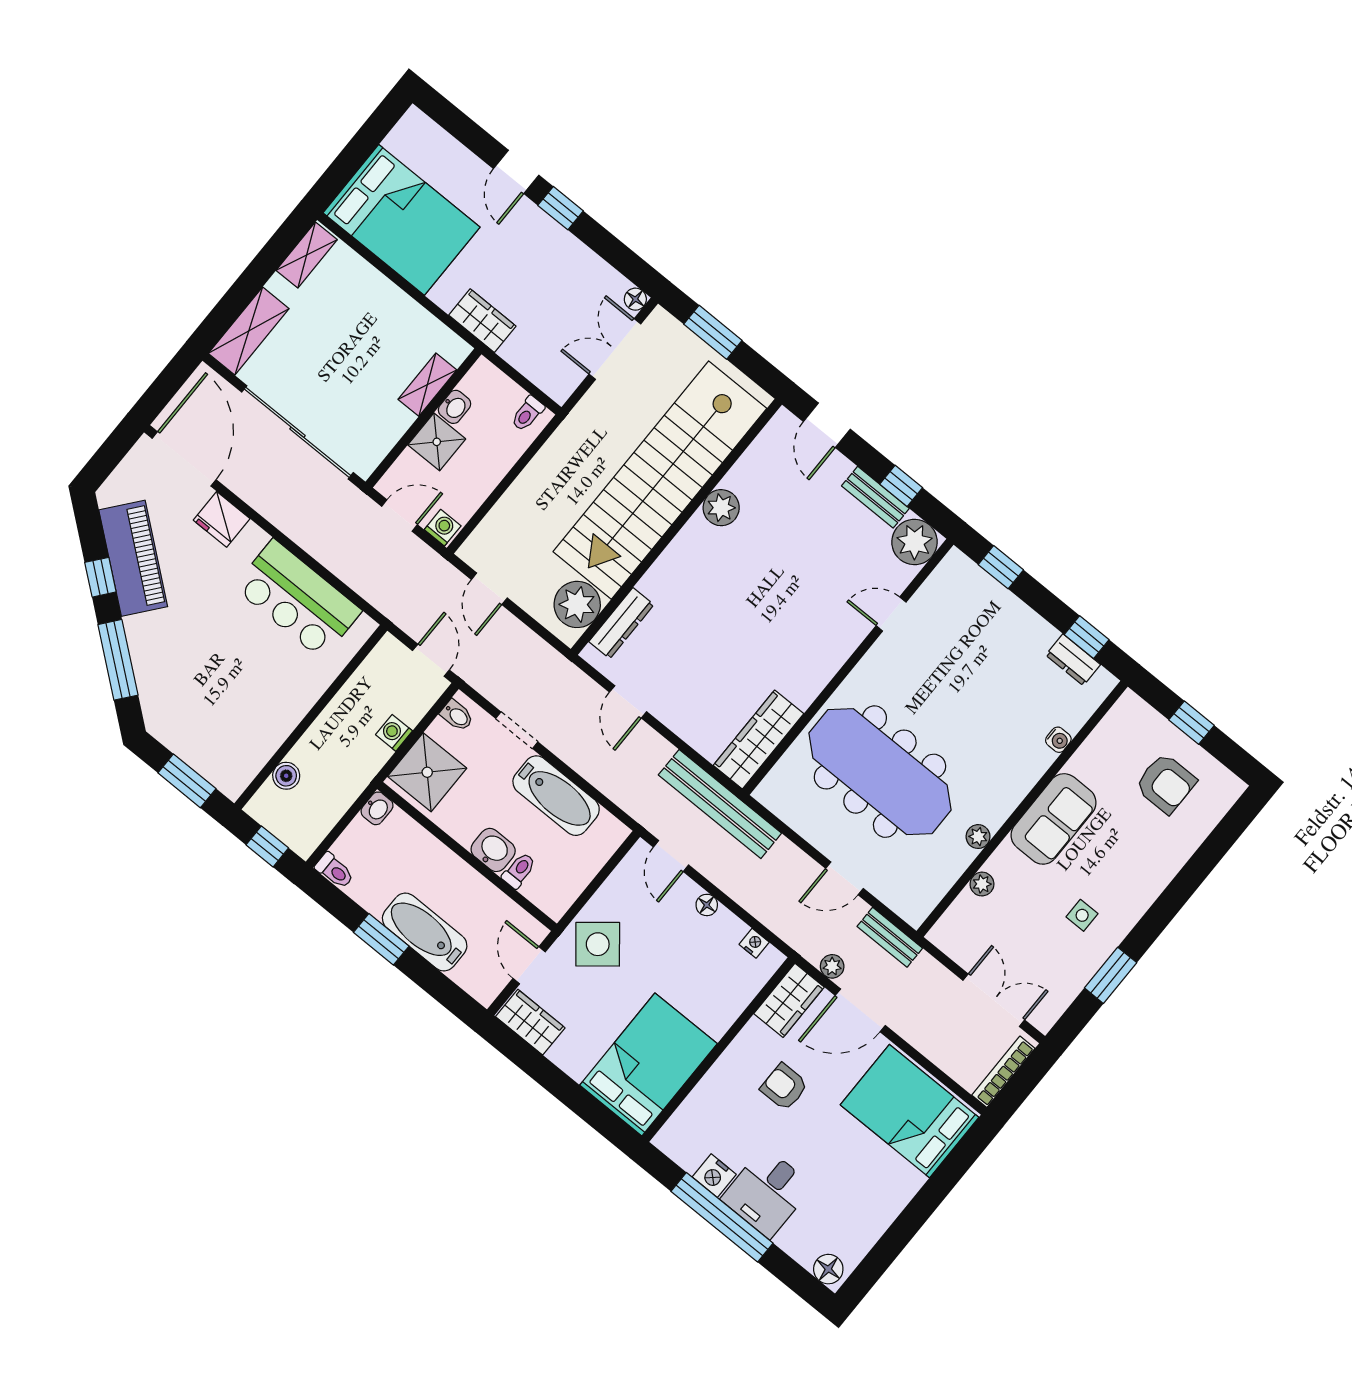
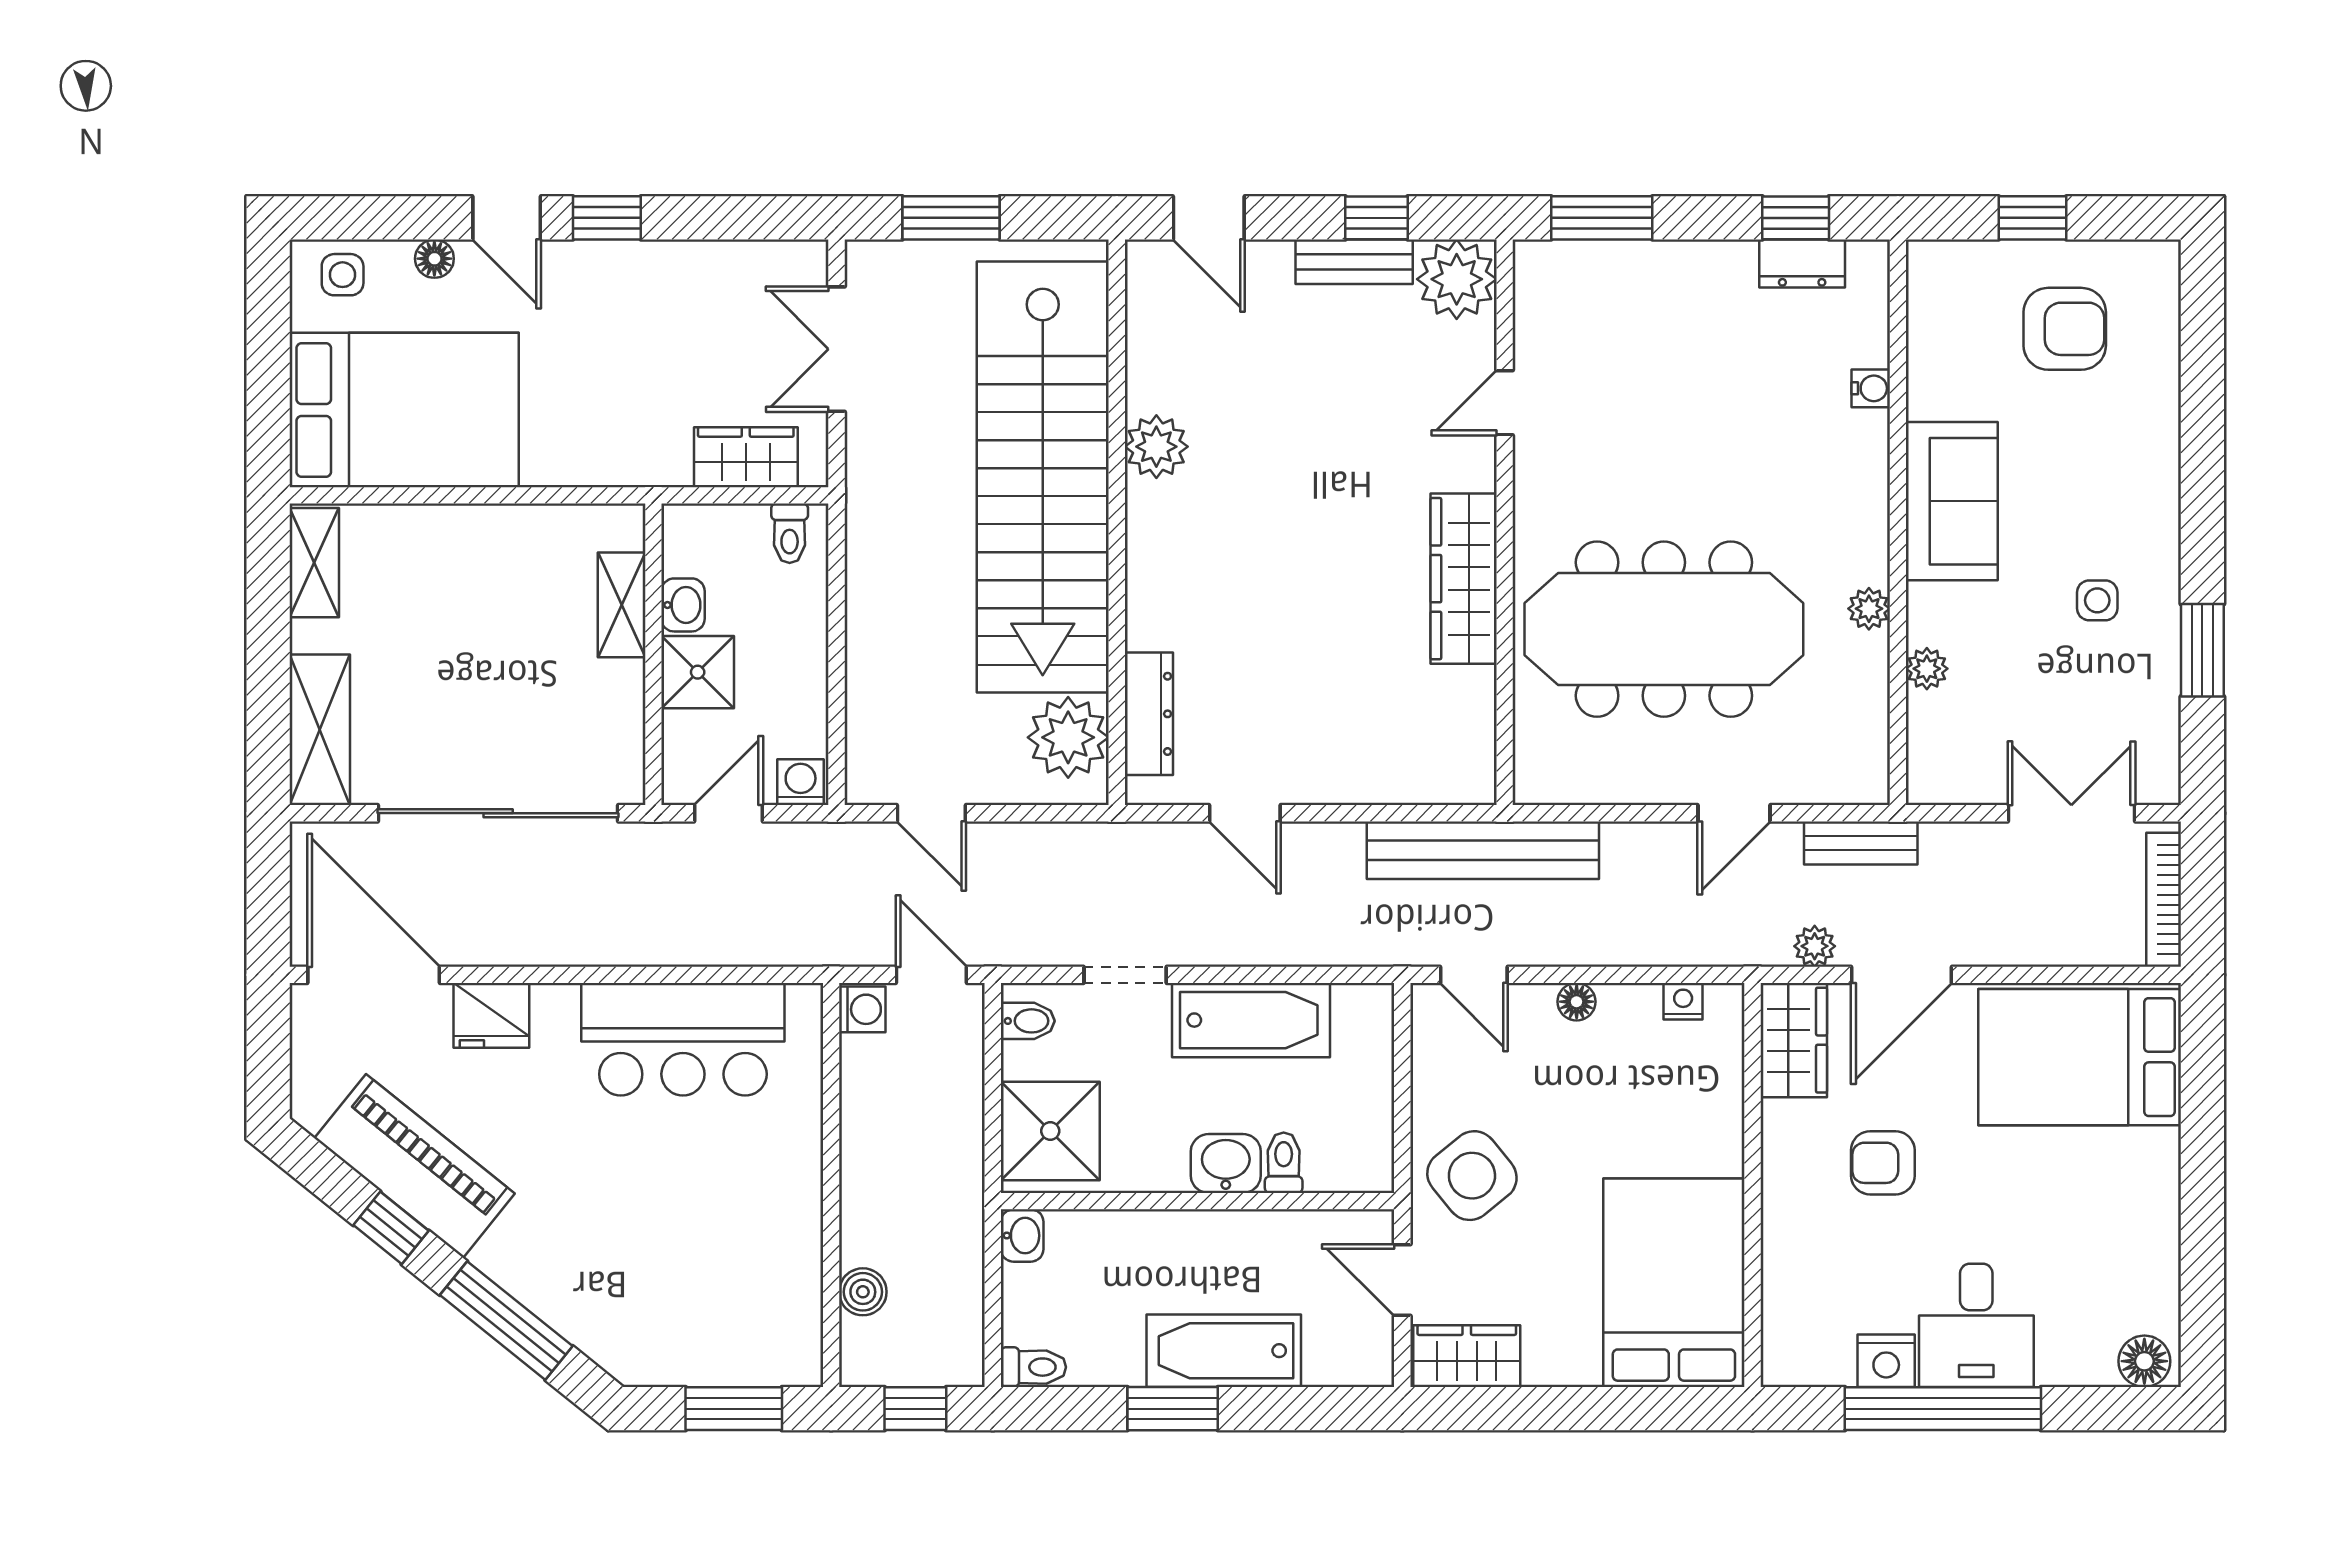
side table: (423, 138) -> (343, 275), added
floor lamp: (635, 299) -> (434, 259), moved
wardrobe: (482, 321) -> (746, 457), moved
window: (1001, 567) -> (1602, 218), width x1.50
washing machine: (394, 733) -> (862, 1009), moved, turned 180
wardrobe: (758, 740) -> (1464, 579), moved

